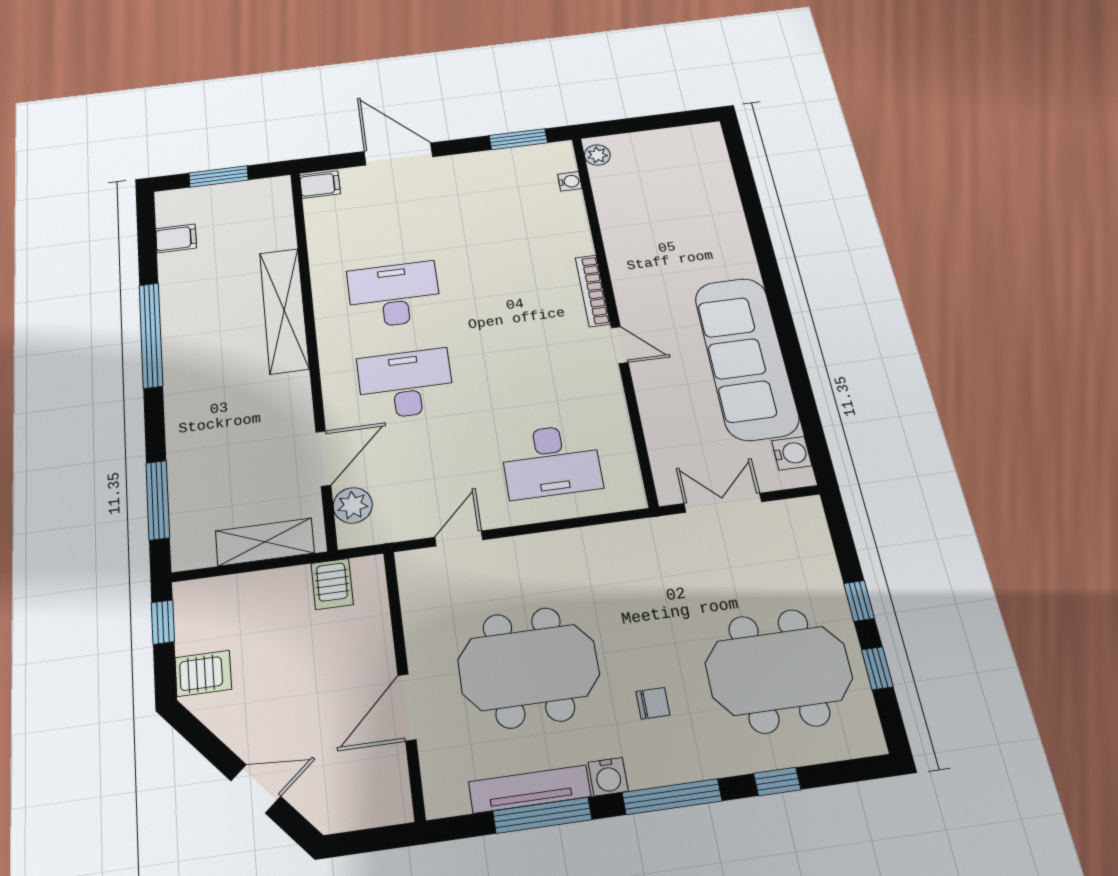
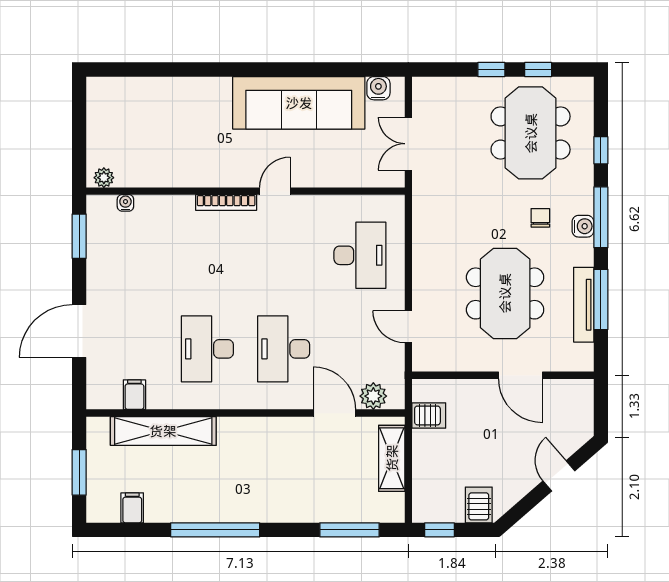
filing cabinet: (320, 185) -> (134, 395), moved
shelving: (284, 310) -> (163, 431), moved
water cooler: (608, 777) -> (583, 226), moved

